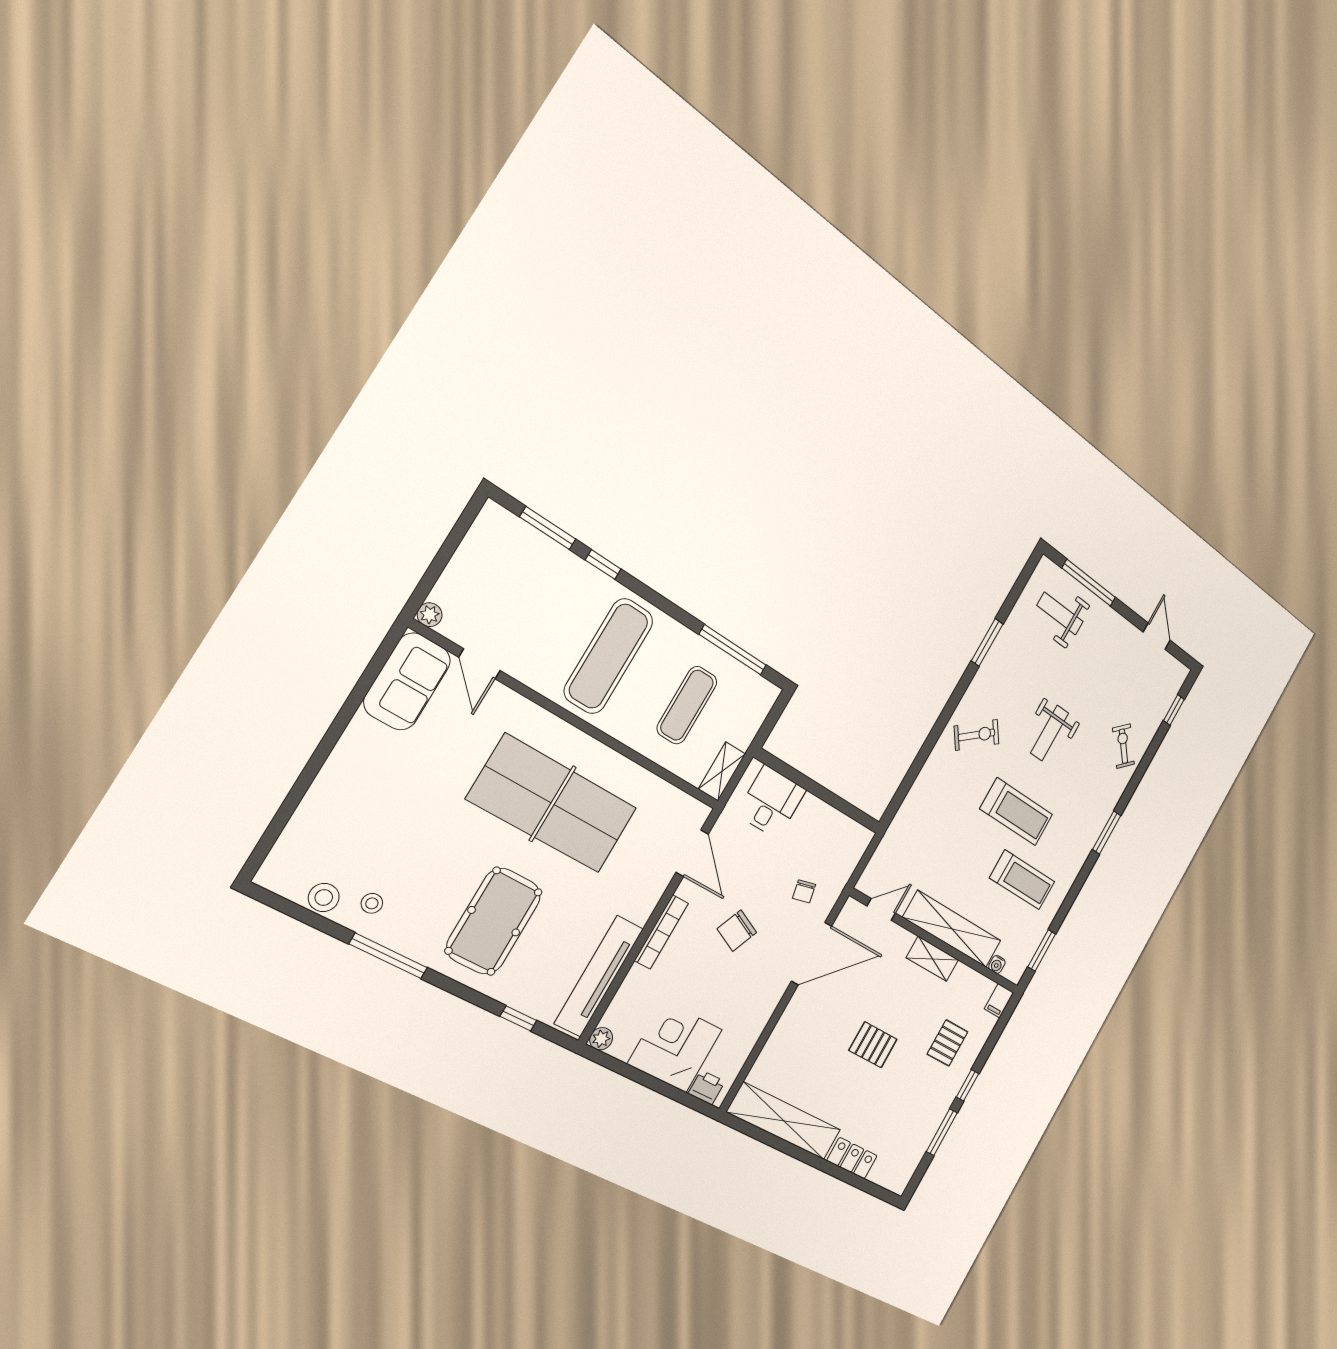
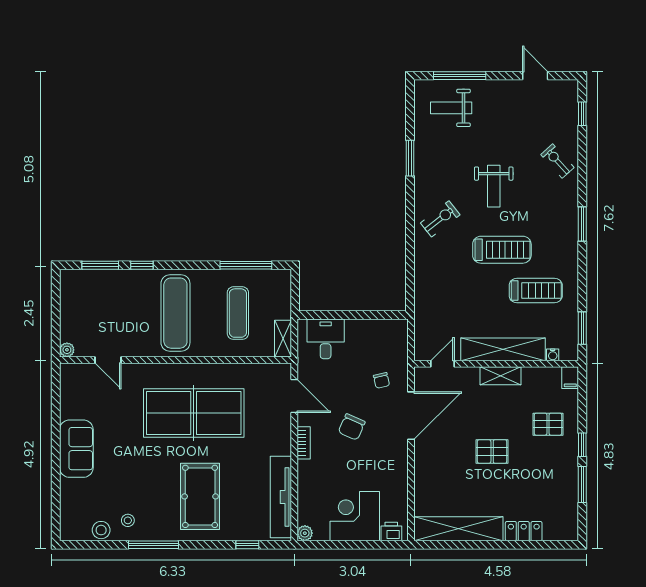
sofa: (407, 681) -> (76, 449), moved
bookcase: (661, 932) -> (304, 443), width x0.64
pallet: (947, 1043) -> (548, 424), turned 90

